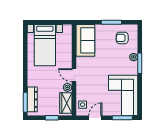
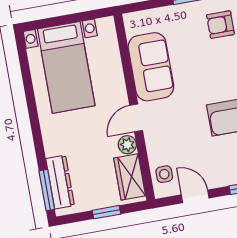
sofa: (85, 40) -> (151, 67), moved
door: (74, 75) -> (136, 118), hinge flipped
door: (95, 118) -> (195, 196), hinge flipped

